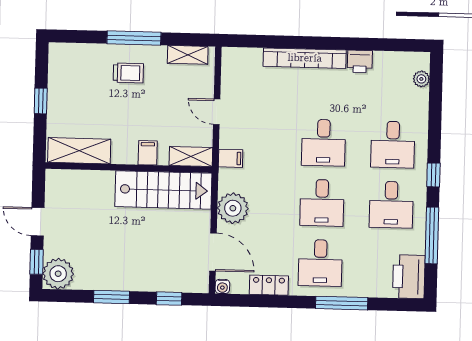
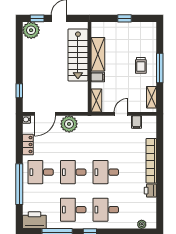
shelving: (79, 151) -> (98, 54), moved
filing cabinet: (231, 158) -> (137, 122), moved
stairs: (163, 190) -> (78, 55), moved
window: (112, 297) -> (19, 59), removed
window: (342, 303) -> (19, 184), width x1.46

